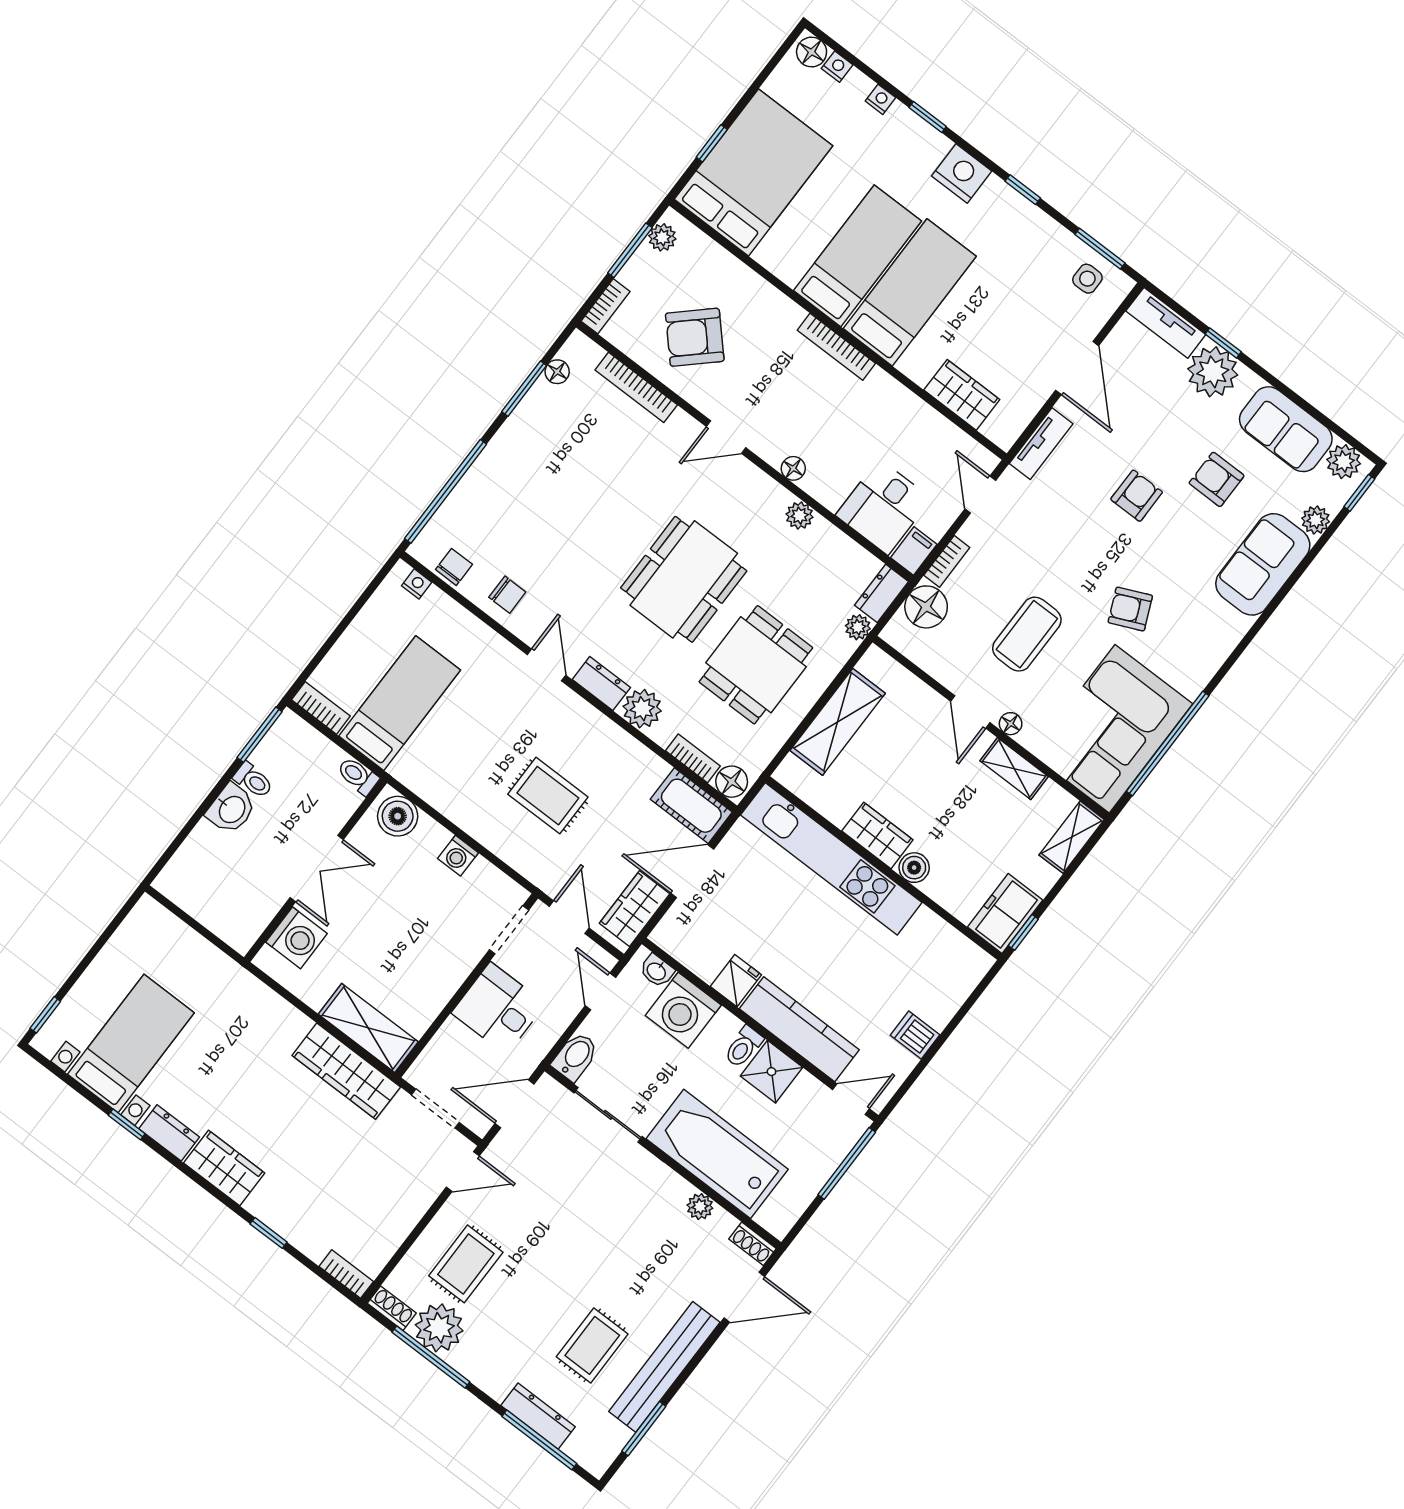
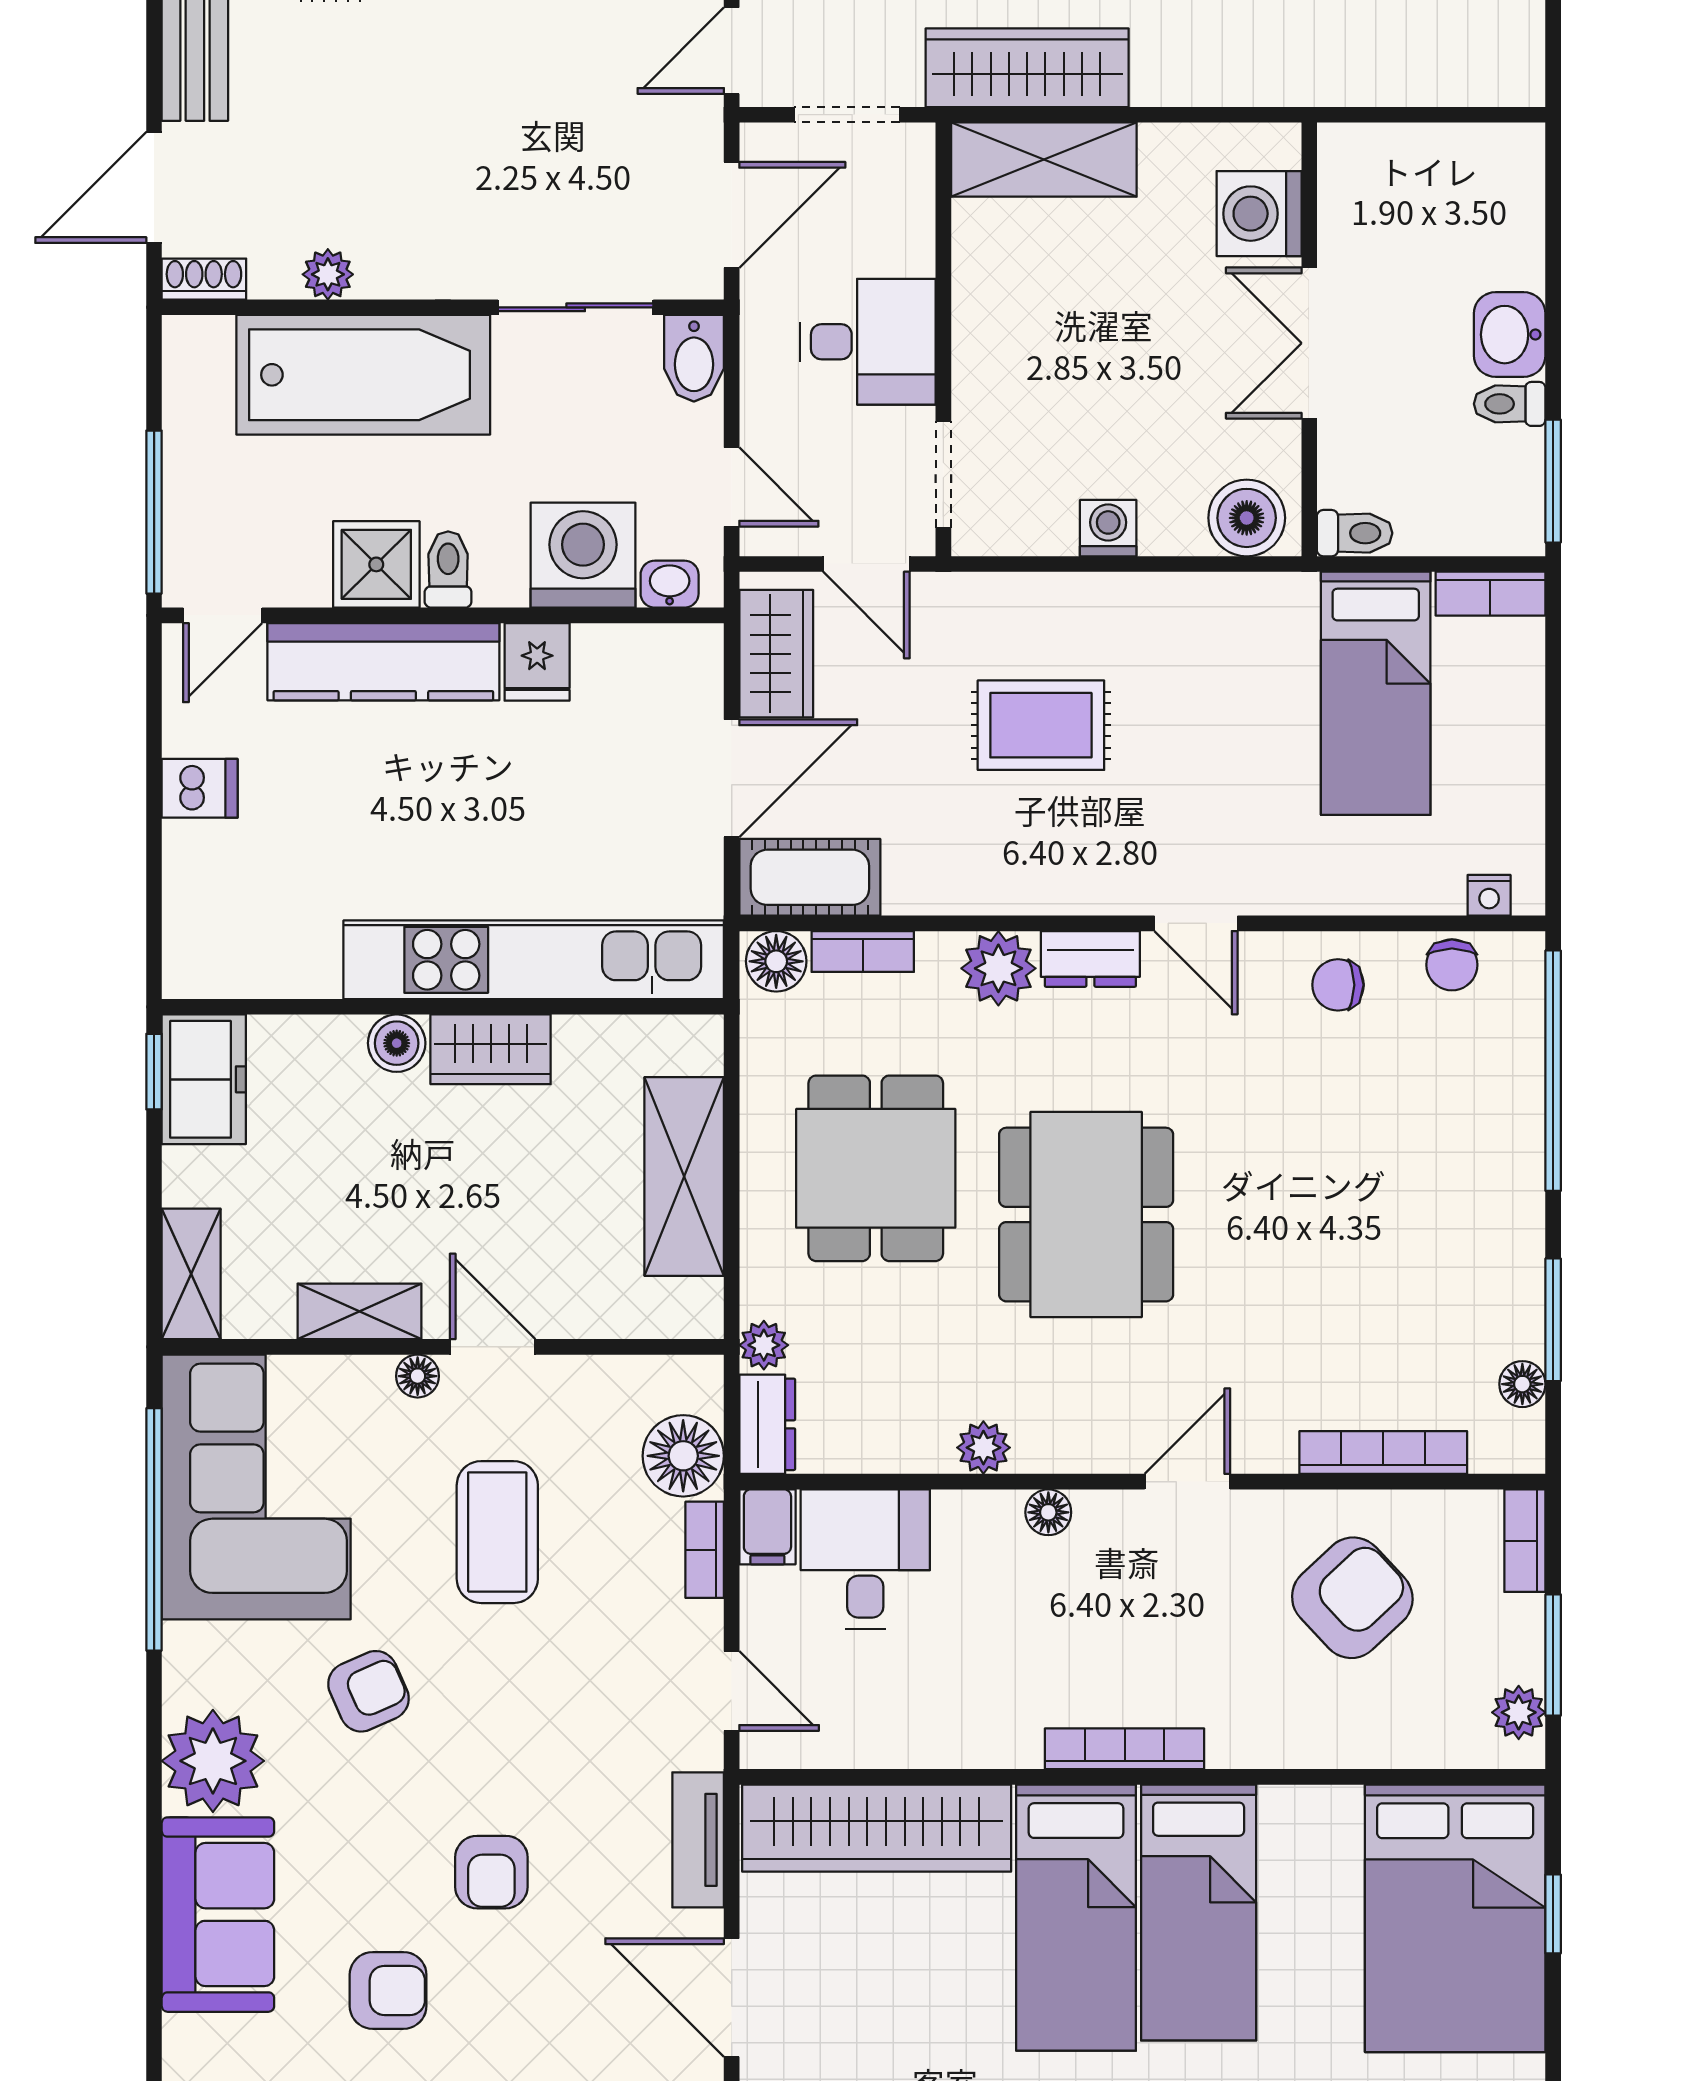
wardrobe: (962, 395) -> (877, 1828), width x2.10, depth x1.17
plant: (1316, 520) -> (213, 1761), moved, width x1.87, depth x1.87

